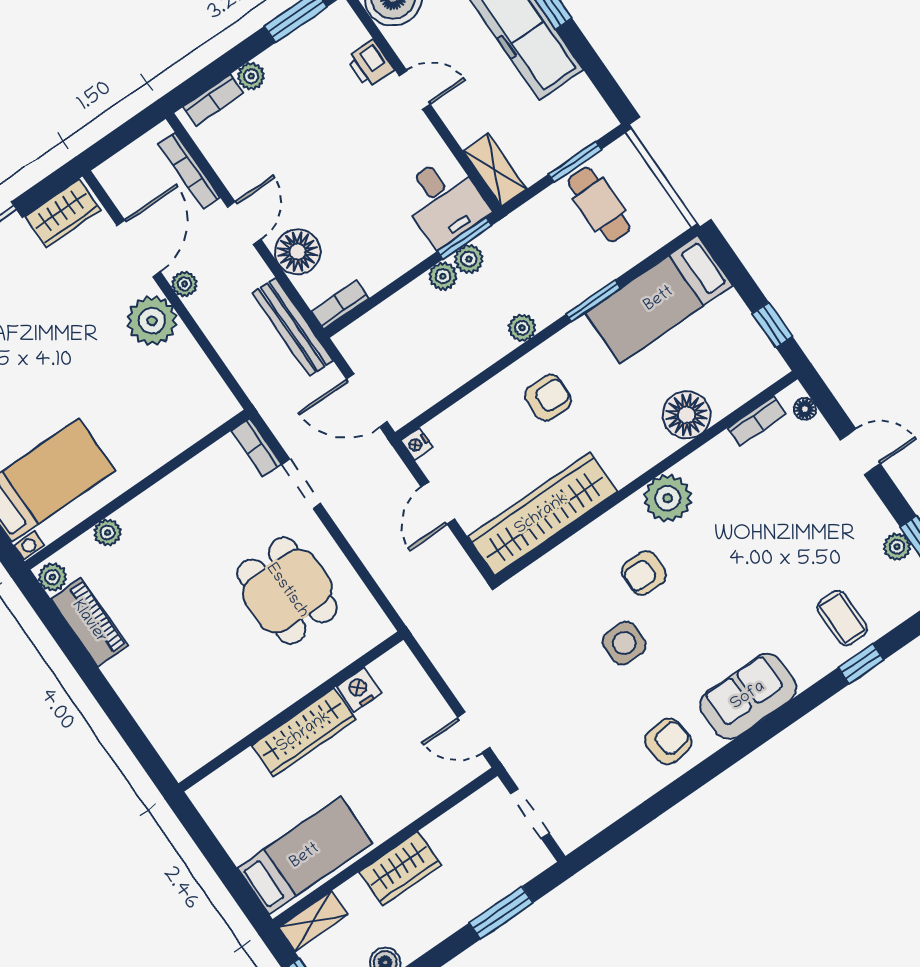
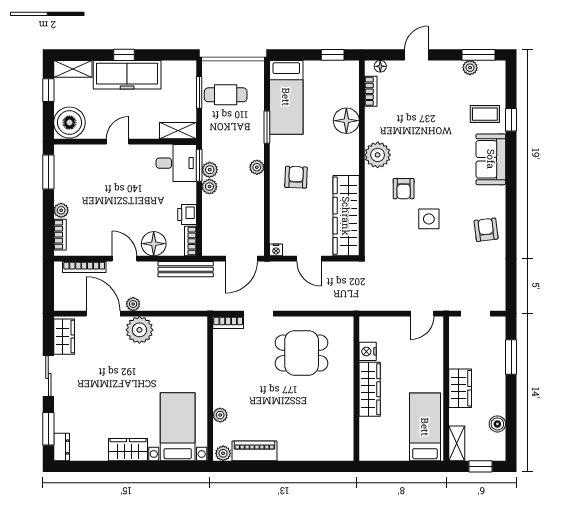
printer: (370, 64) -> (187, 215), moved, turned 90
sofa: (748, 696) -> (491, 159), moved

